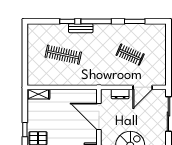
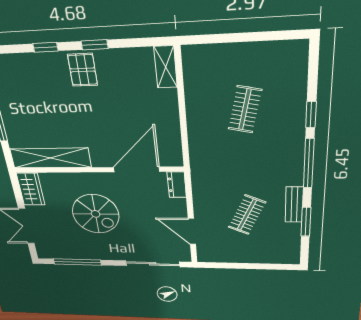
bench: (81, 28) -> (294, 205), moved
clothes rail: (63, 55) -> (245, 109), width x0.73
dresser: (120, 94) -> (177, 185), moved

